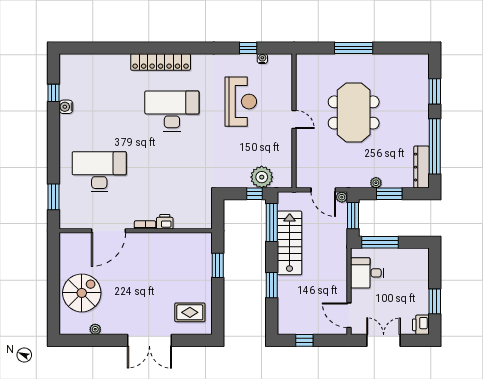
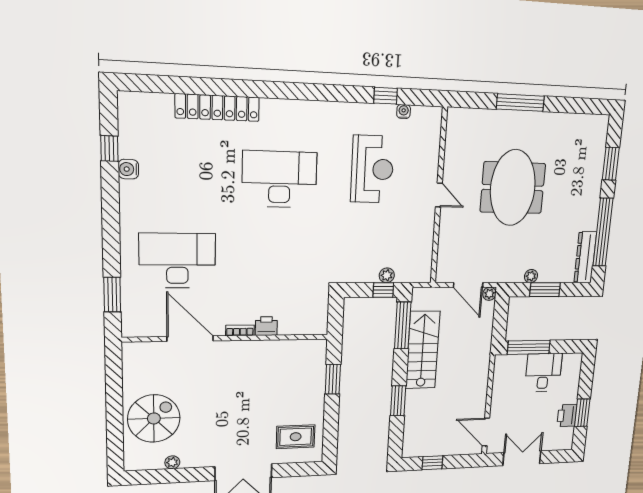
locker: (161, 62) -> (217, 108), moved
plant: (262, 177) -> (387, 275), width x0.53, depth x0.53
window: (353, 216) -> (501, 316), removed
door: (108, 231) -> (190, 339), swing flipped
desk: (367, 273) -> (543, 373), moved, turned 90
printer: (421, 325) -> (567, 415), moved

